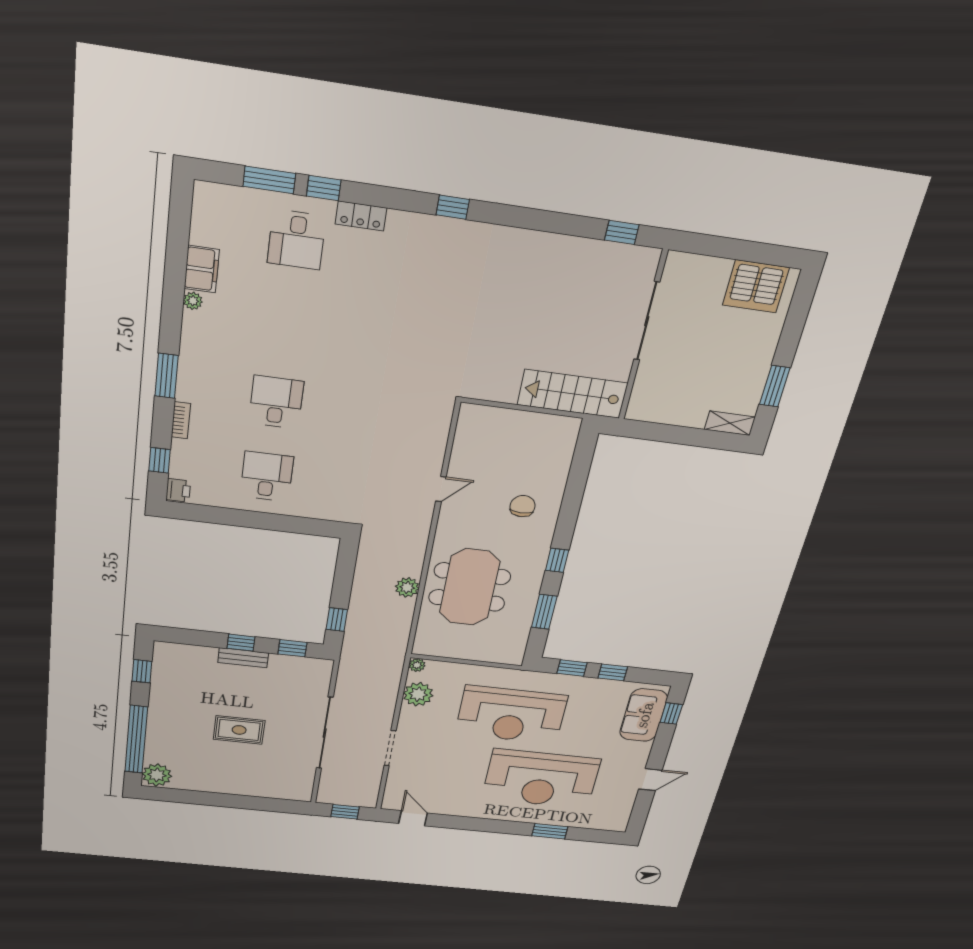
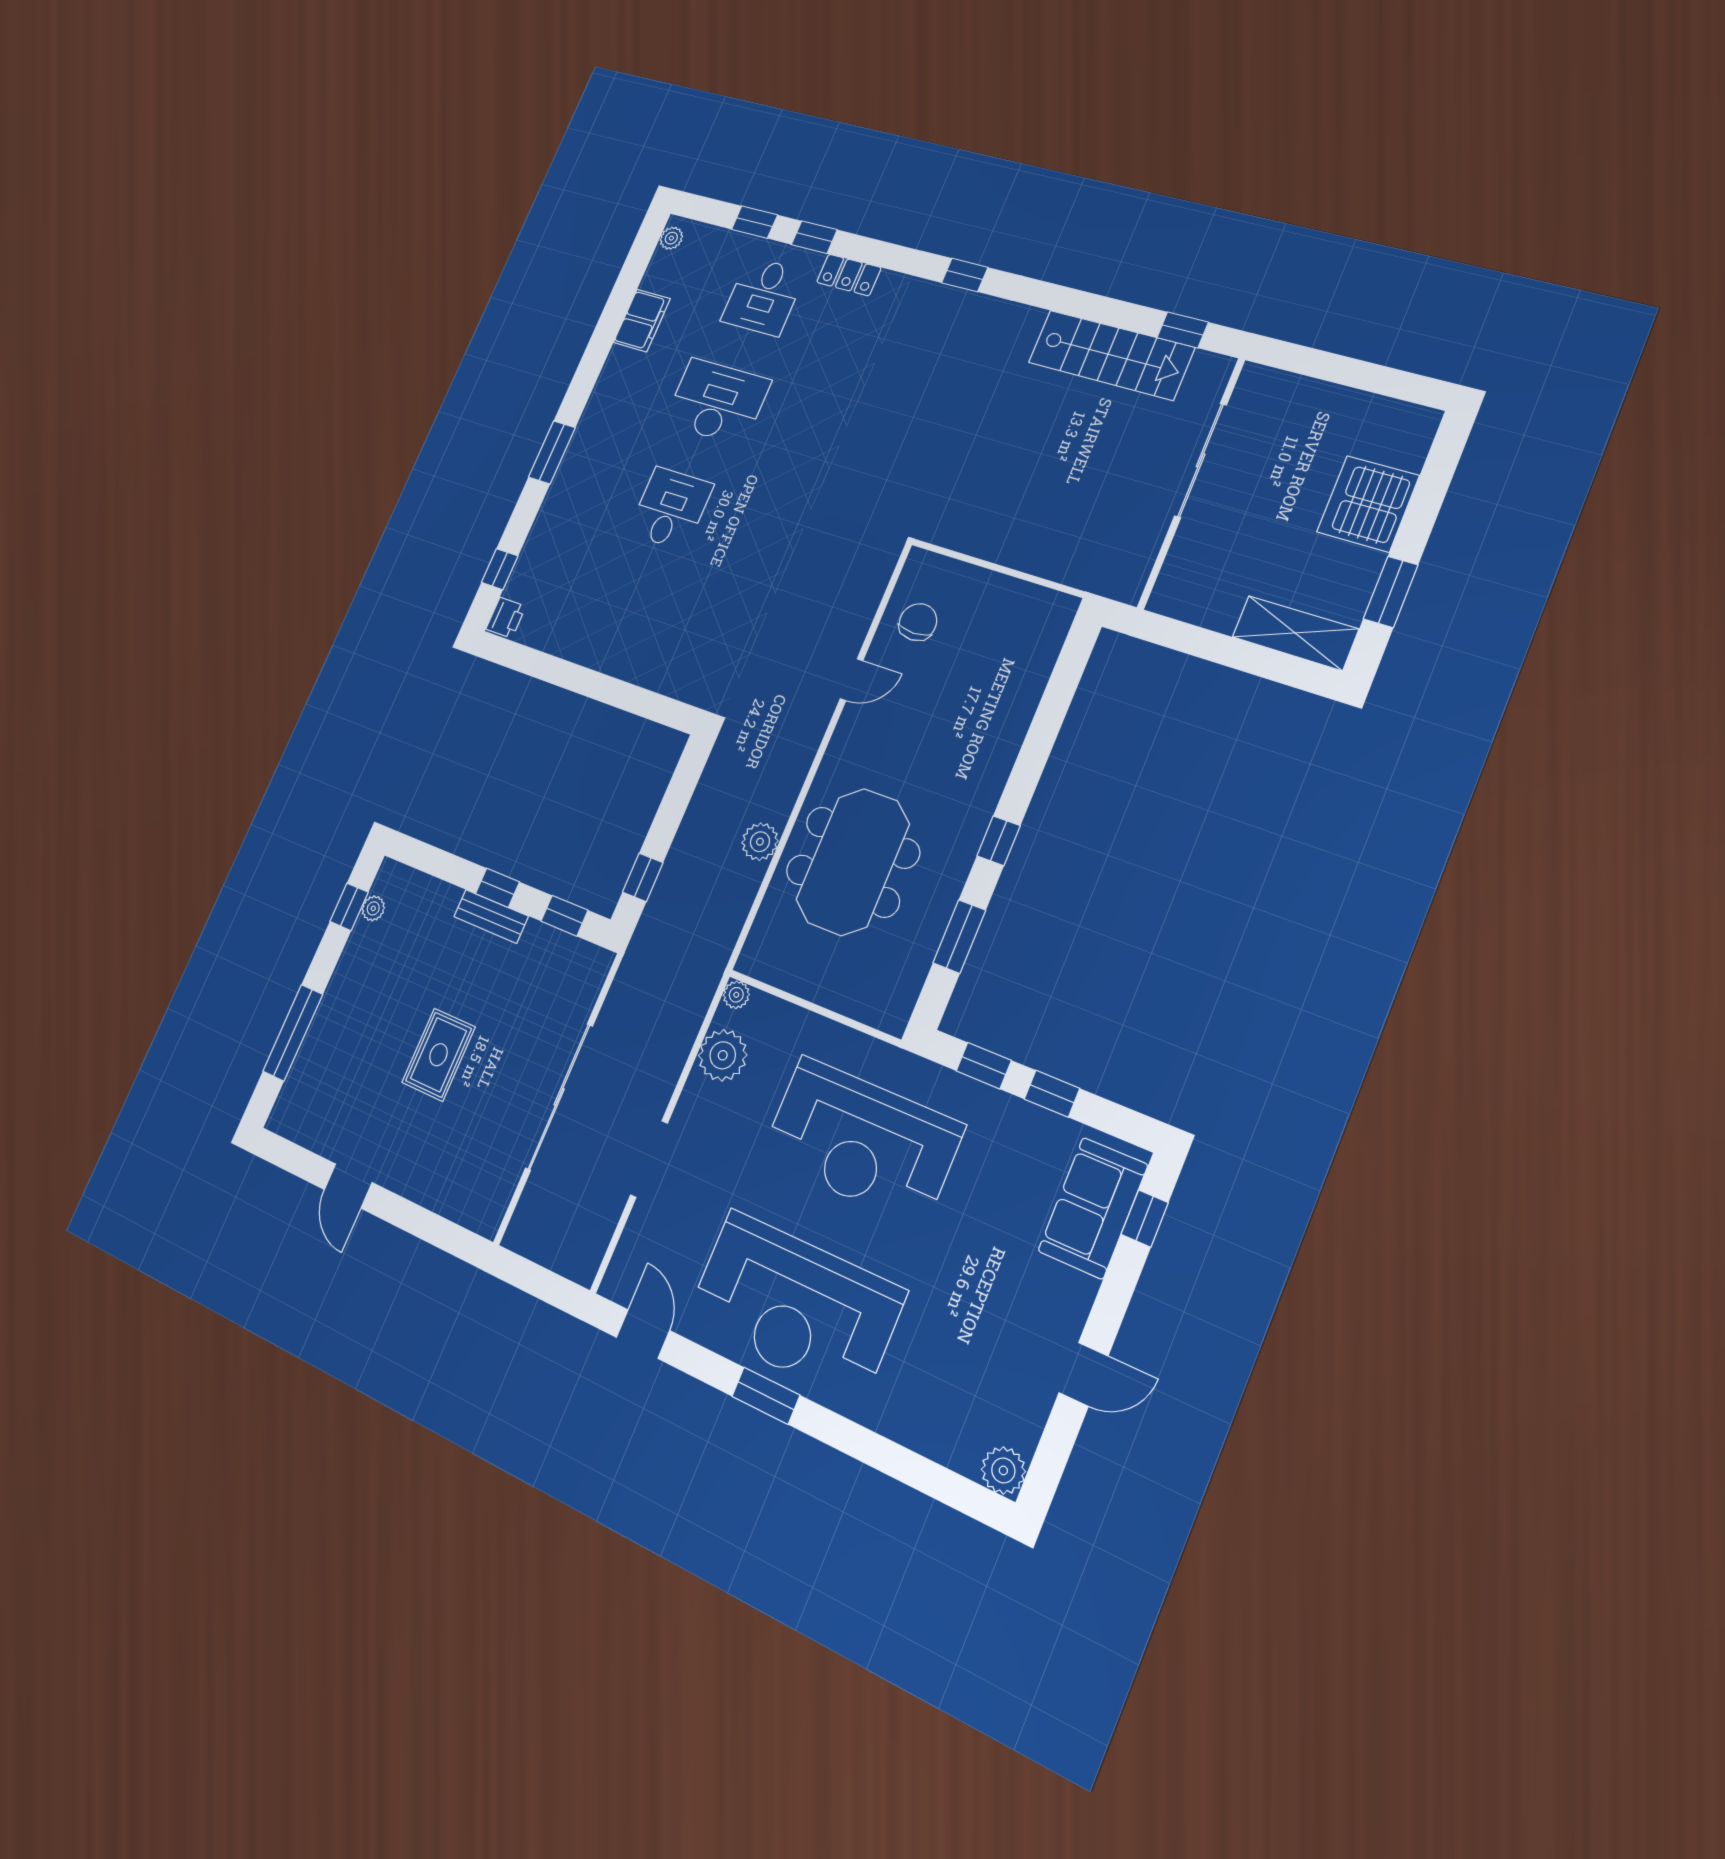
window: (269, 180) -> (754, 222), width x0.67
server rack: (756, 286) -> (1368, 504), moved, turned 90
plant: (193, 301) -> (671, 238), moved
stairs: (572, 394) -> (1111, 355), moved, turned 180
bookcase: (181, 420) -> (546, 516), removed
shelving: (730, 423) -> (1295, 633), width x1.50, depth x1.33
desk: (267, 476) -> (717, 402), moved, width x1.37
chair: (523, 506) -> (918, 622), moved
rug: (239, 730) -> (438, 1055), turned 90
window: (136, 739) -> (293, 1033), width x0.68
plant: (157, 775) -> (373, 908), moved, width x0.53, depth x0.53
reception desk: (541, 779) -> (795, 1306), moved
door: (210, 799) -> (348, 1186), added
window: (345, 812) -> (539, 1282), removed
plant: (617, 823) -> (1003, 1470), added
window: (550, 831) -> (766, 1396), moved

